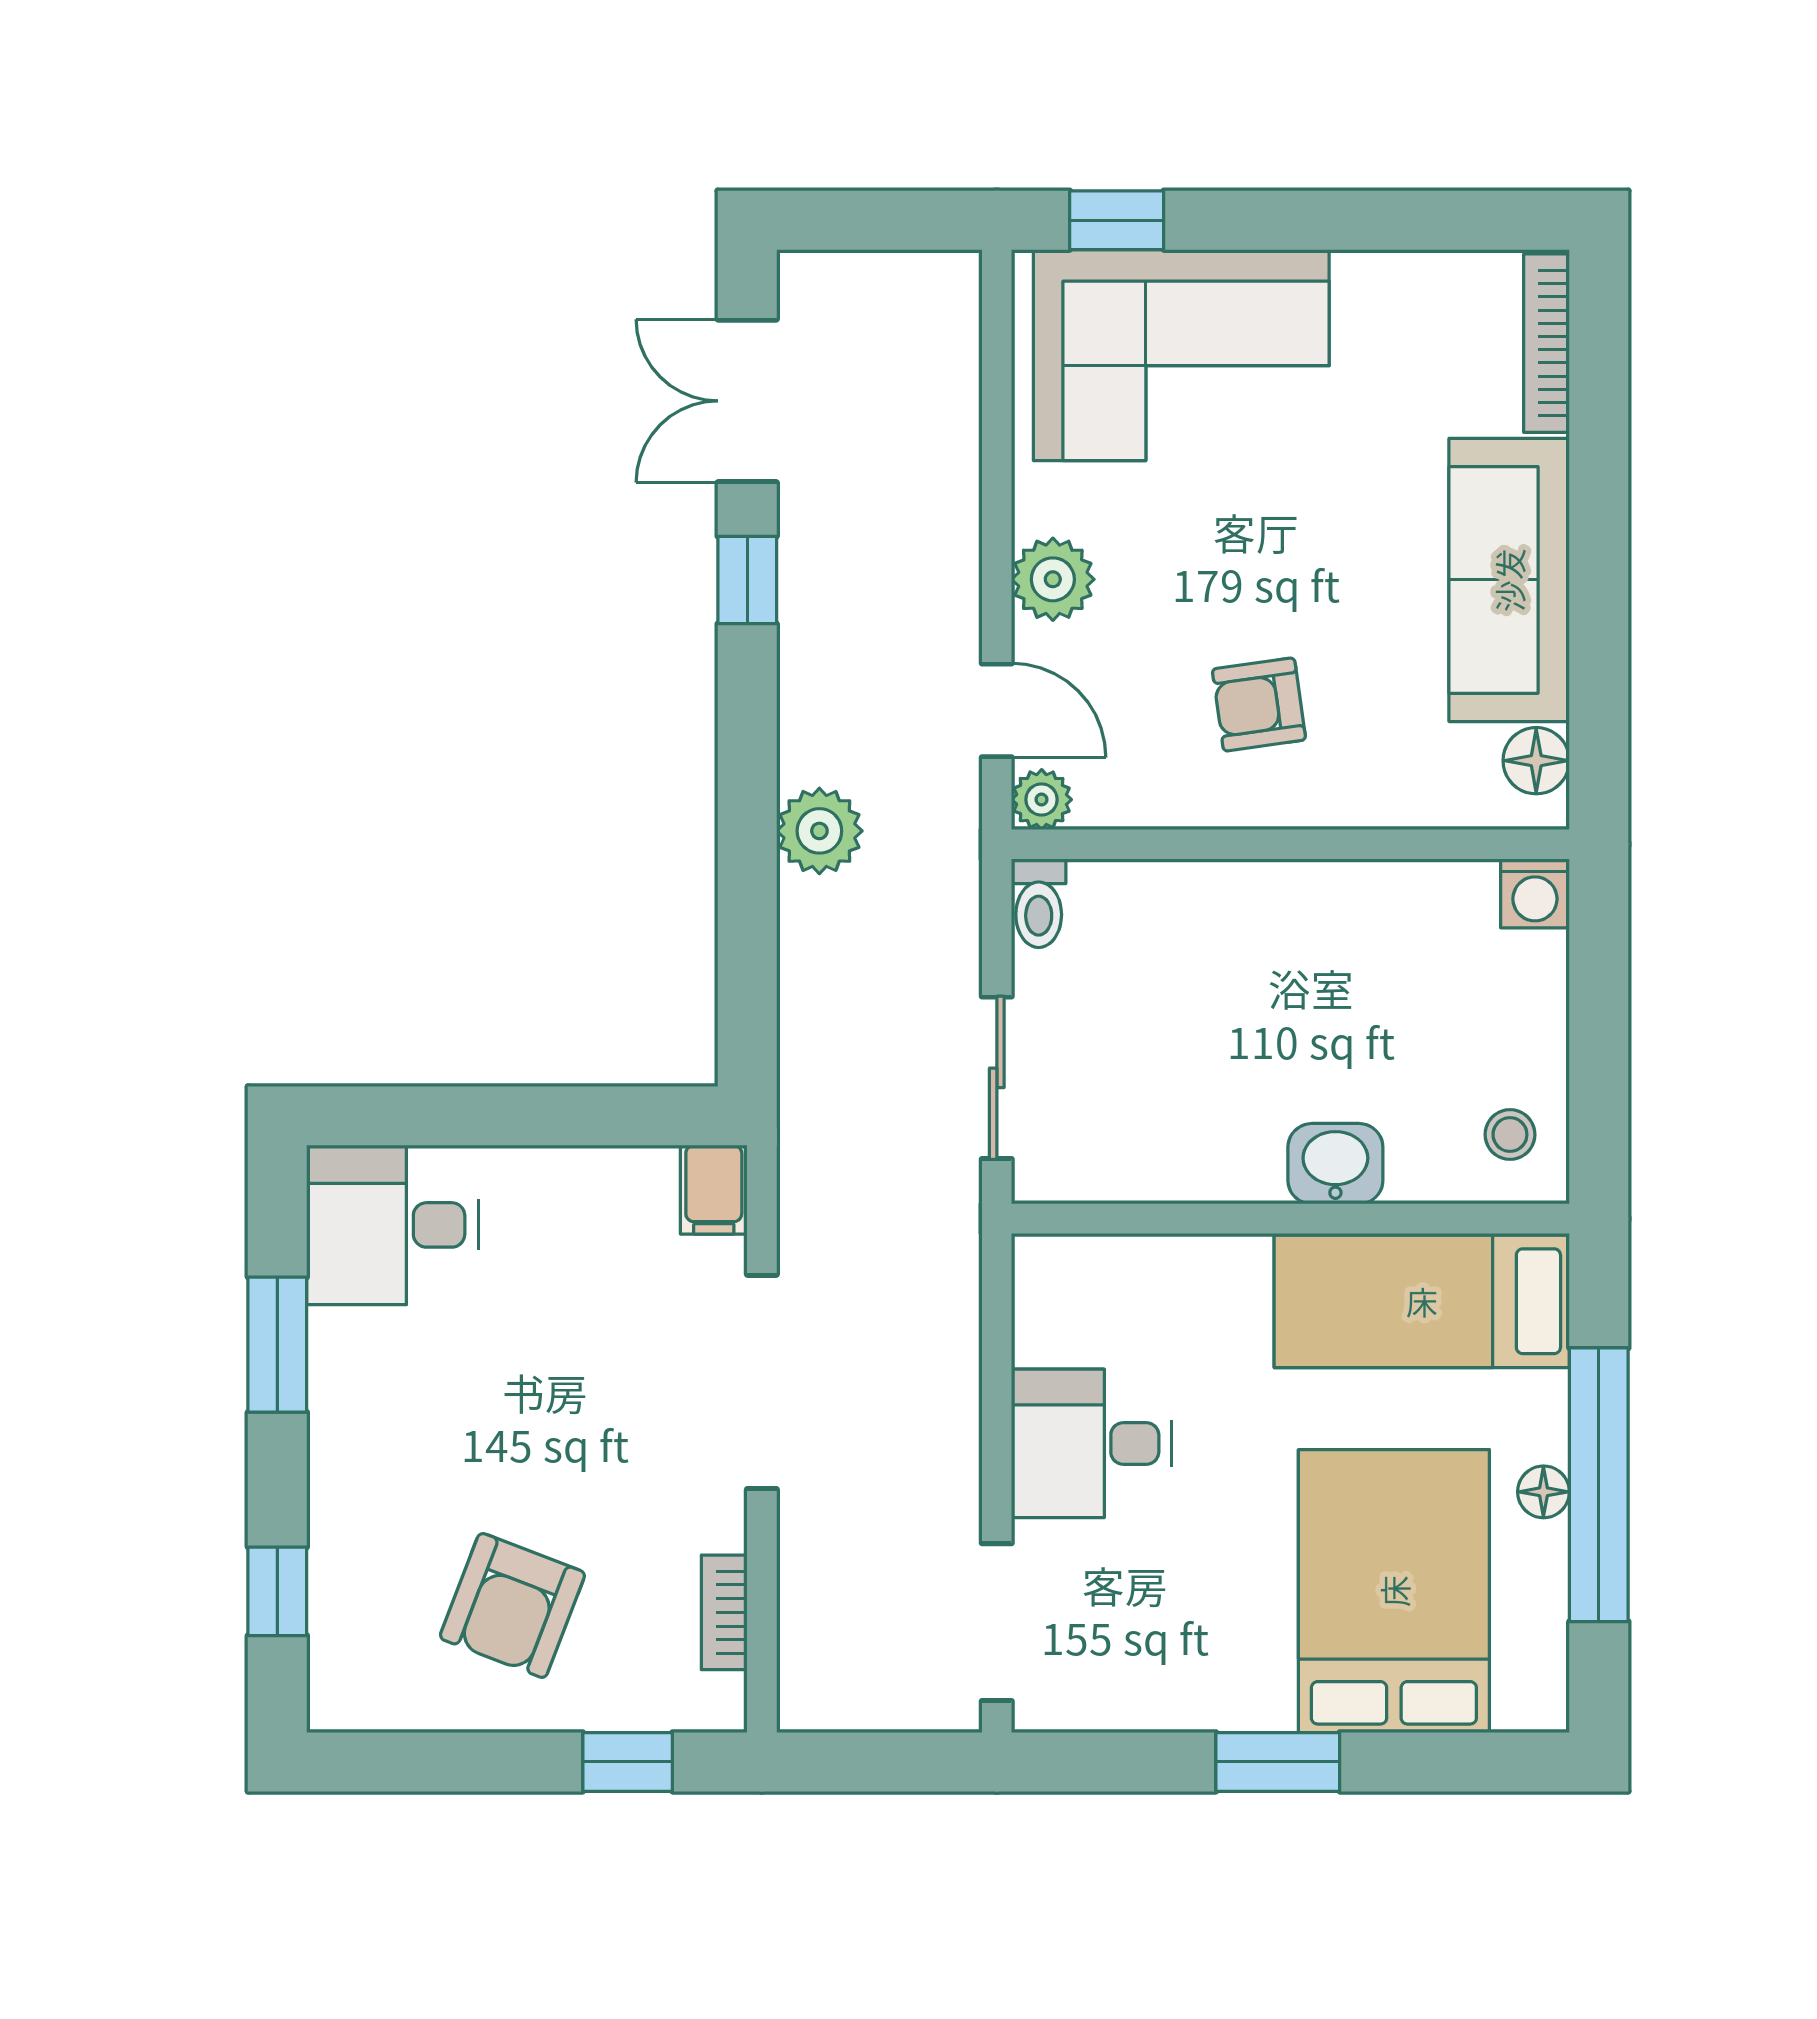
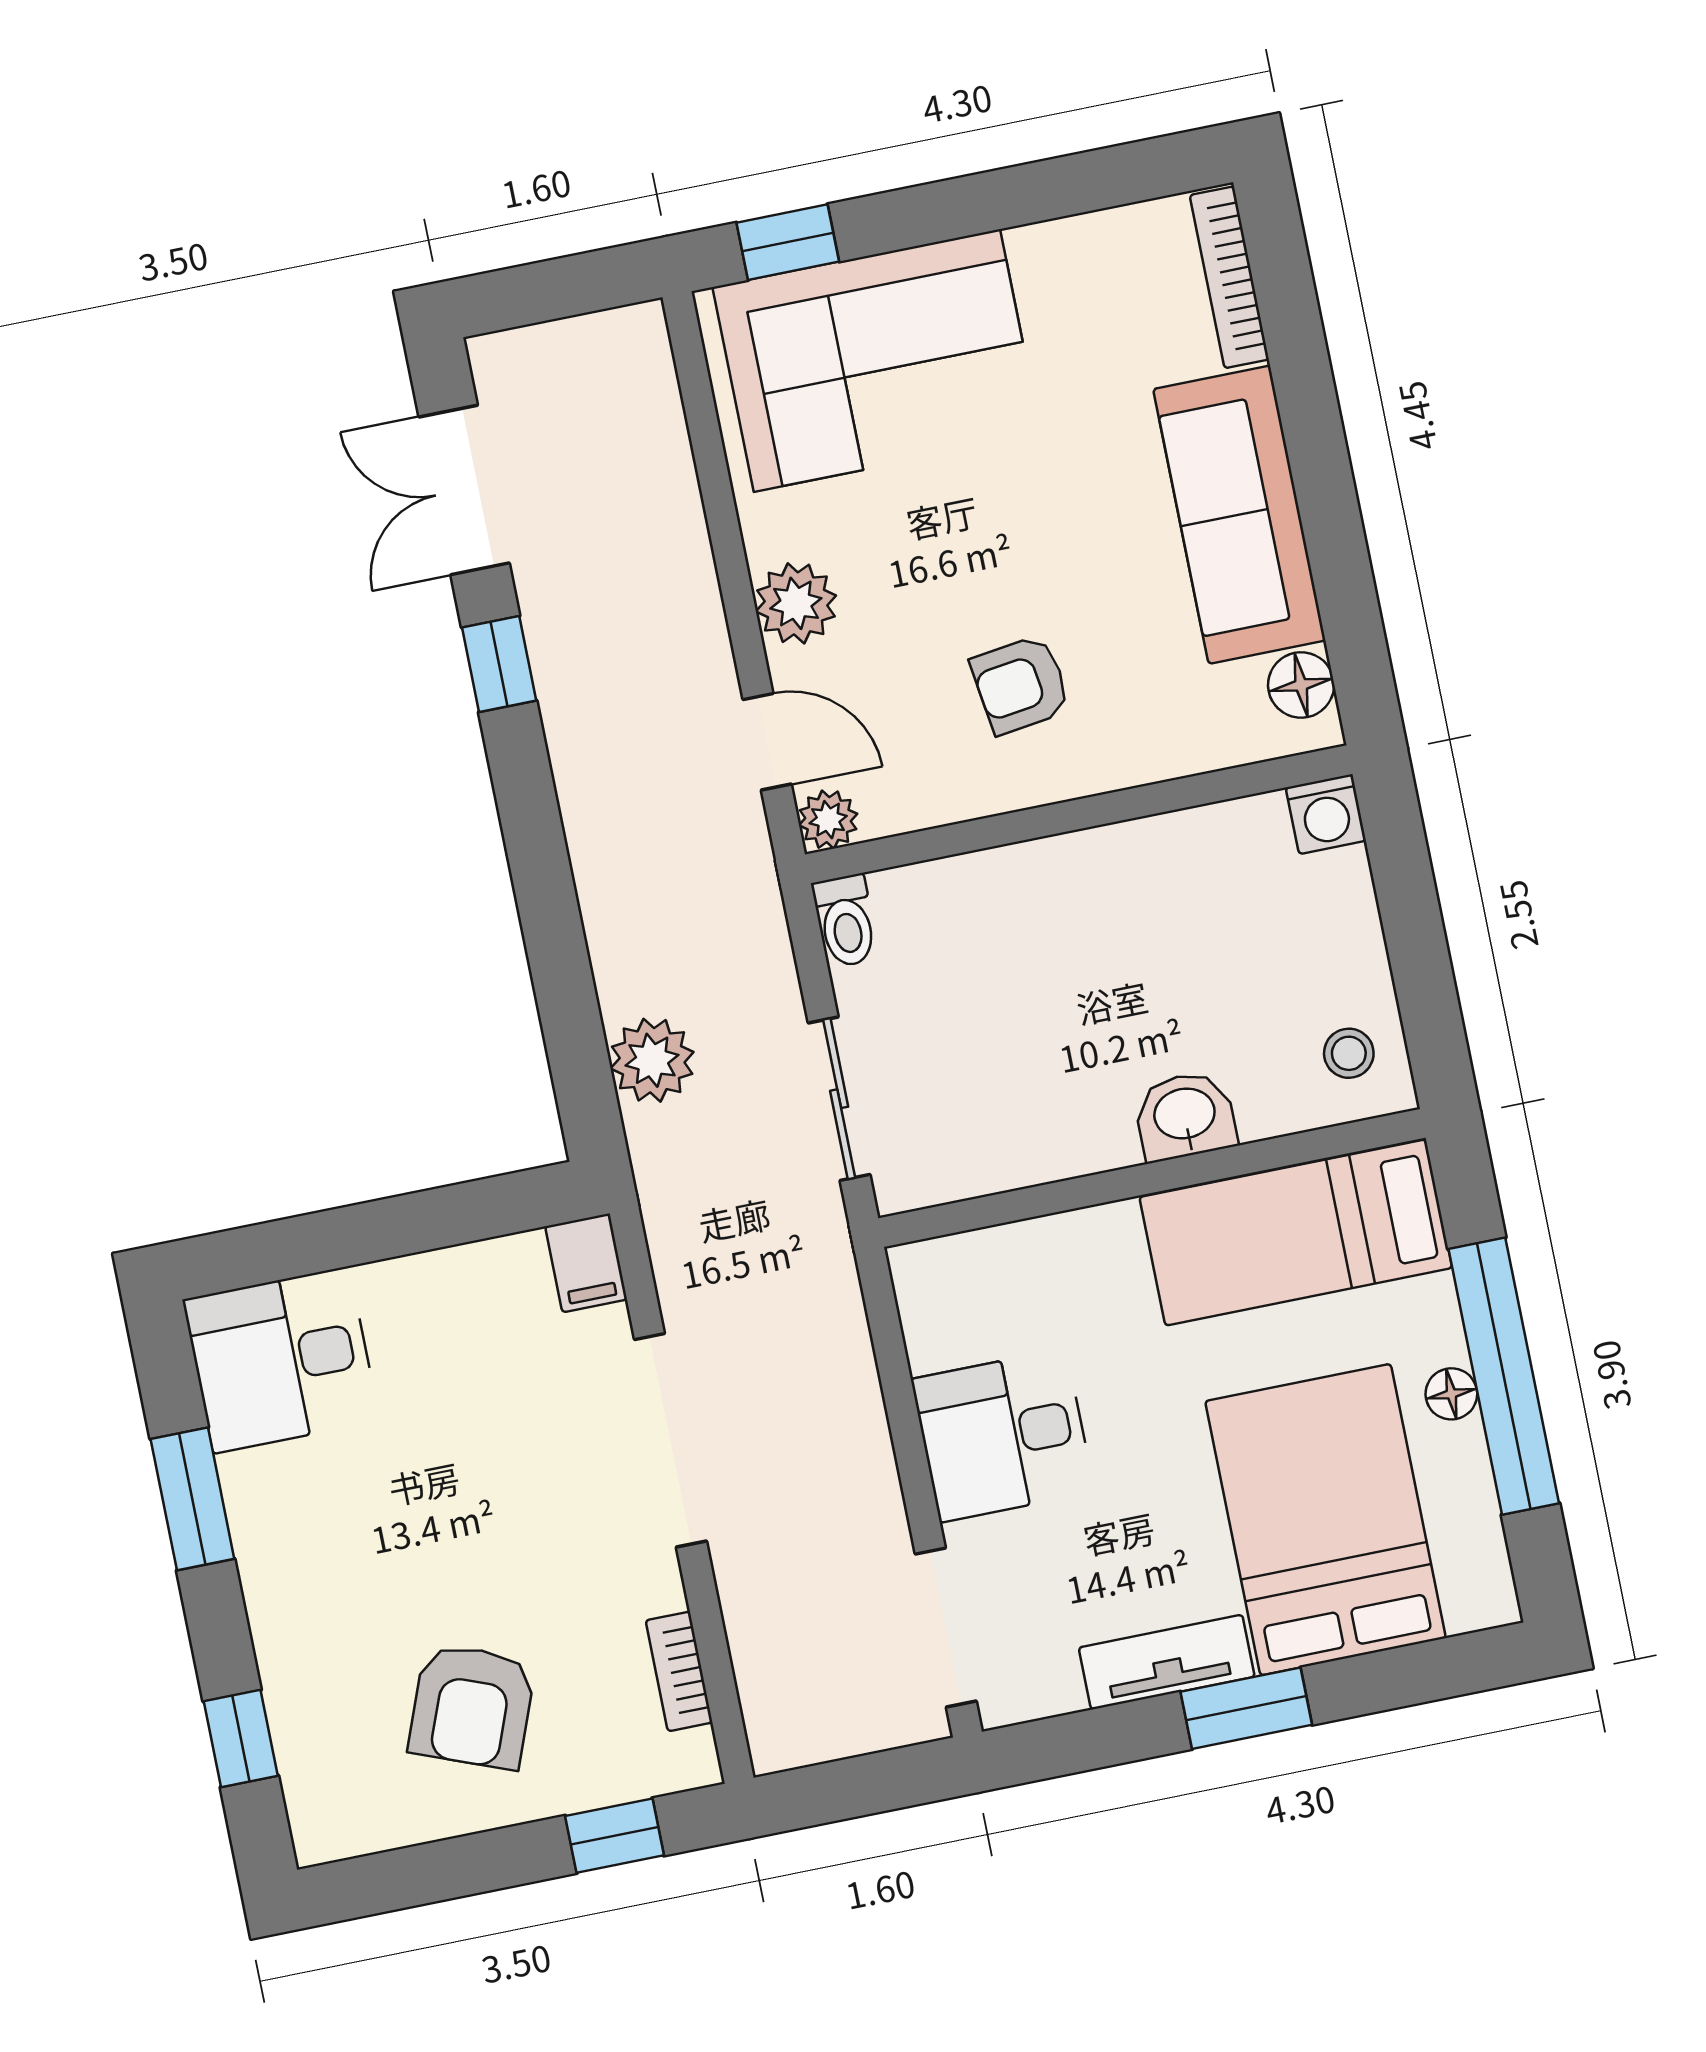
plant: (819, 831) -> (652, 1060), moved
tv unit: (1208, 1700) -> (1167, 1662), added

